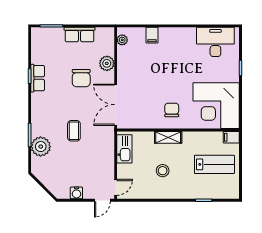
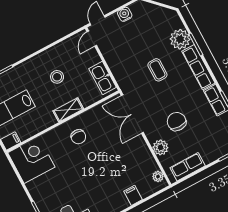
row of seats: (80, 35) -> (188, 167), moved
double door: (116, 105) -> (132, 114), swing flipped
corner desk: (216, 106) -> (31, 160), width x0.74, depth x0.74
row of seats: (38, 114) -> (198, 67), added

